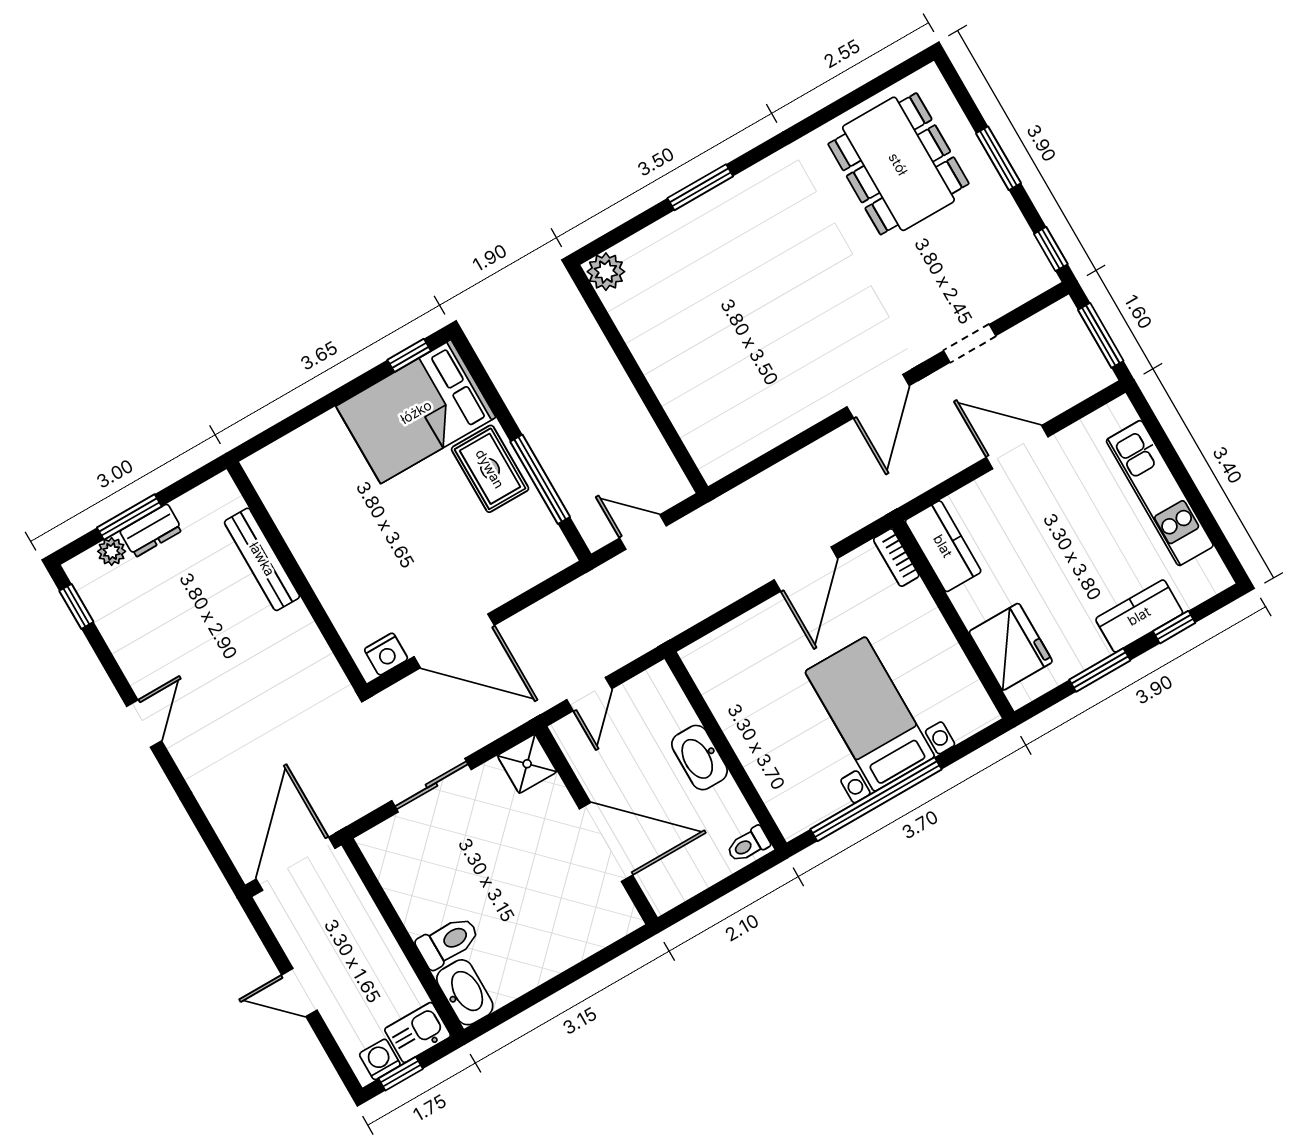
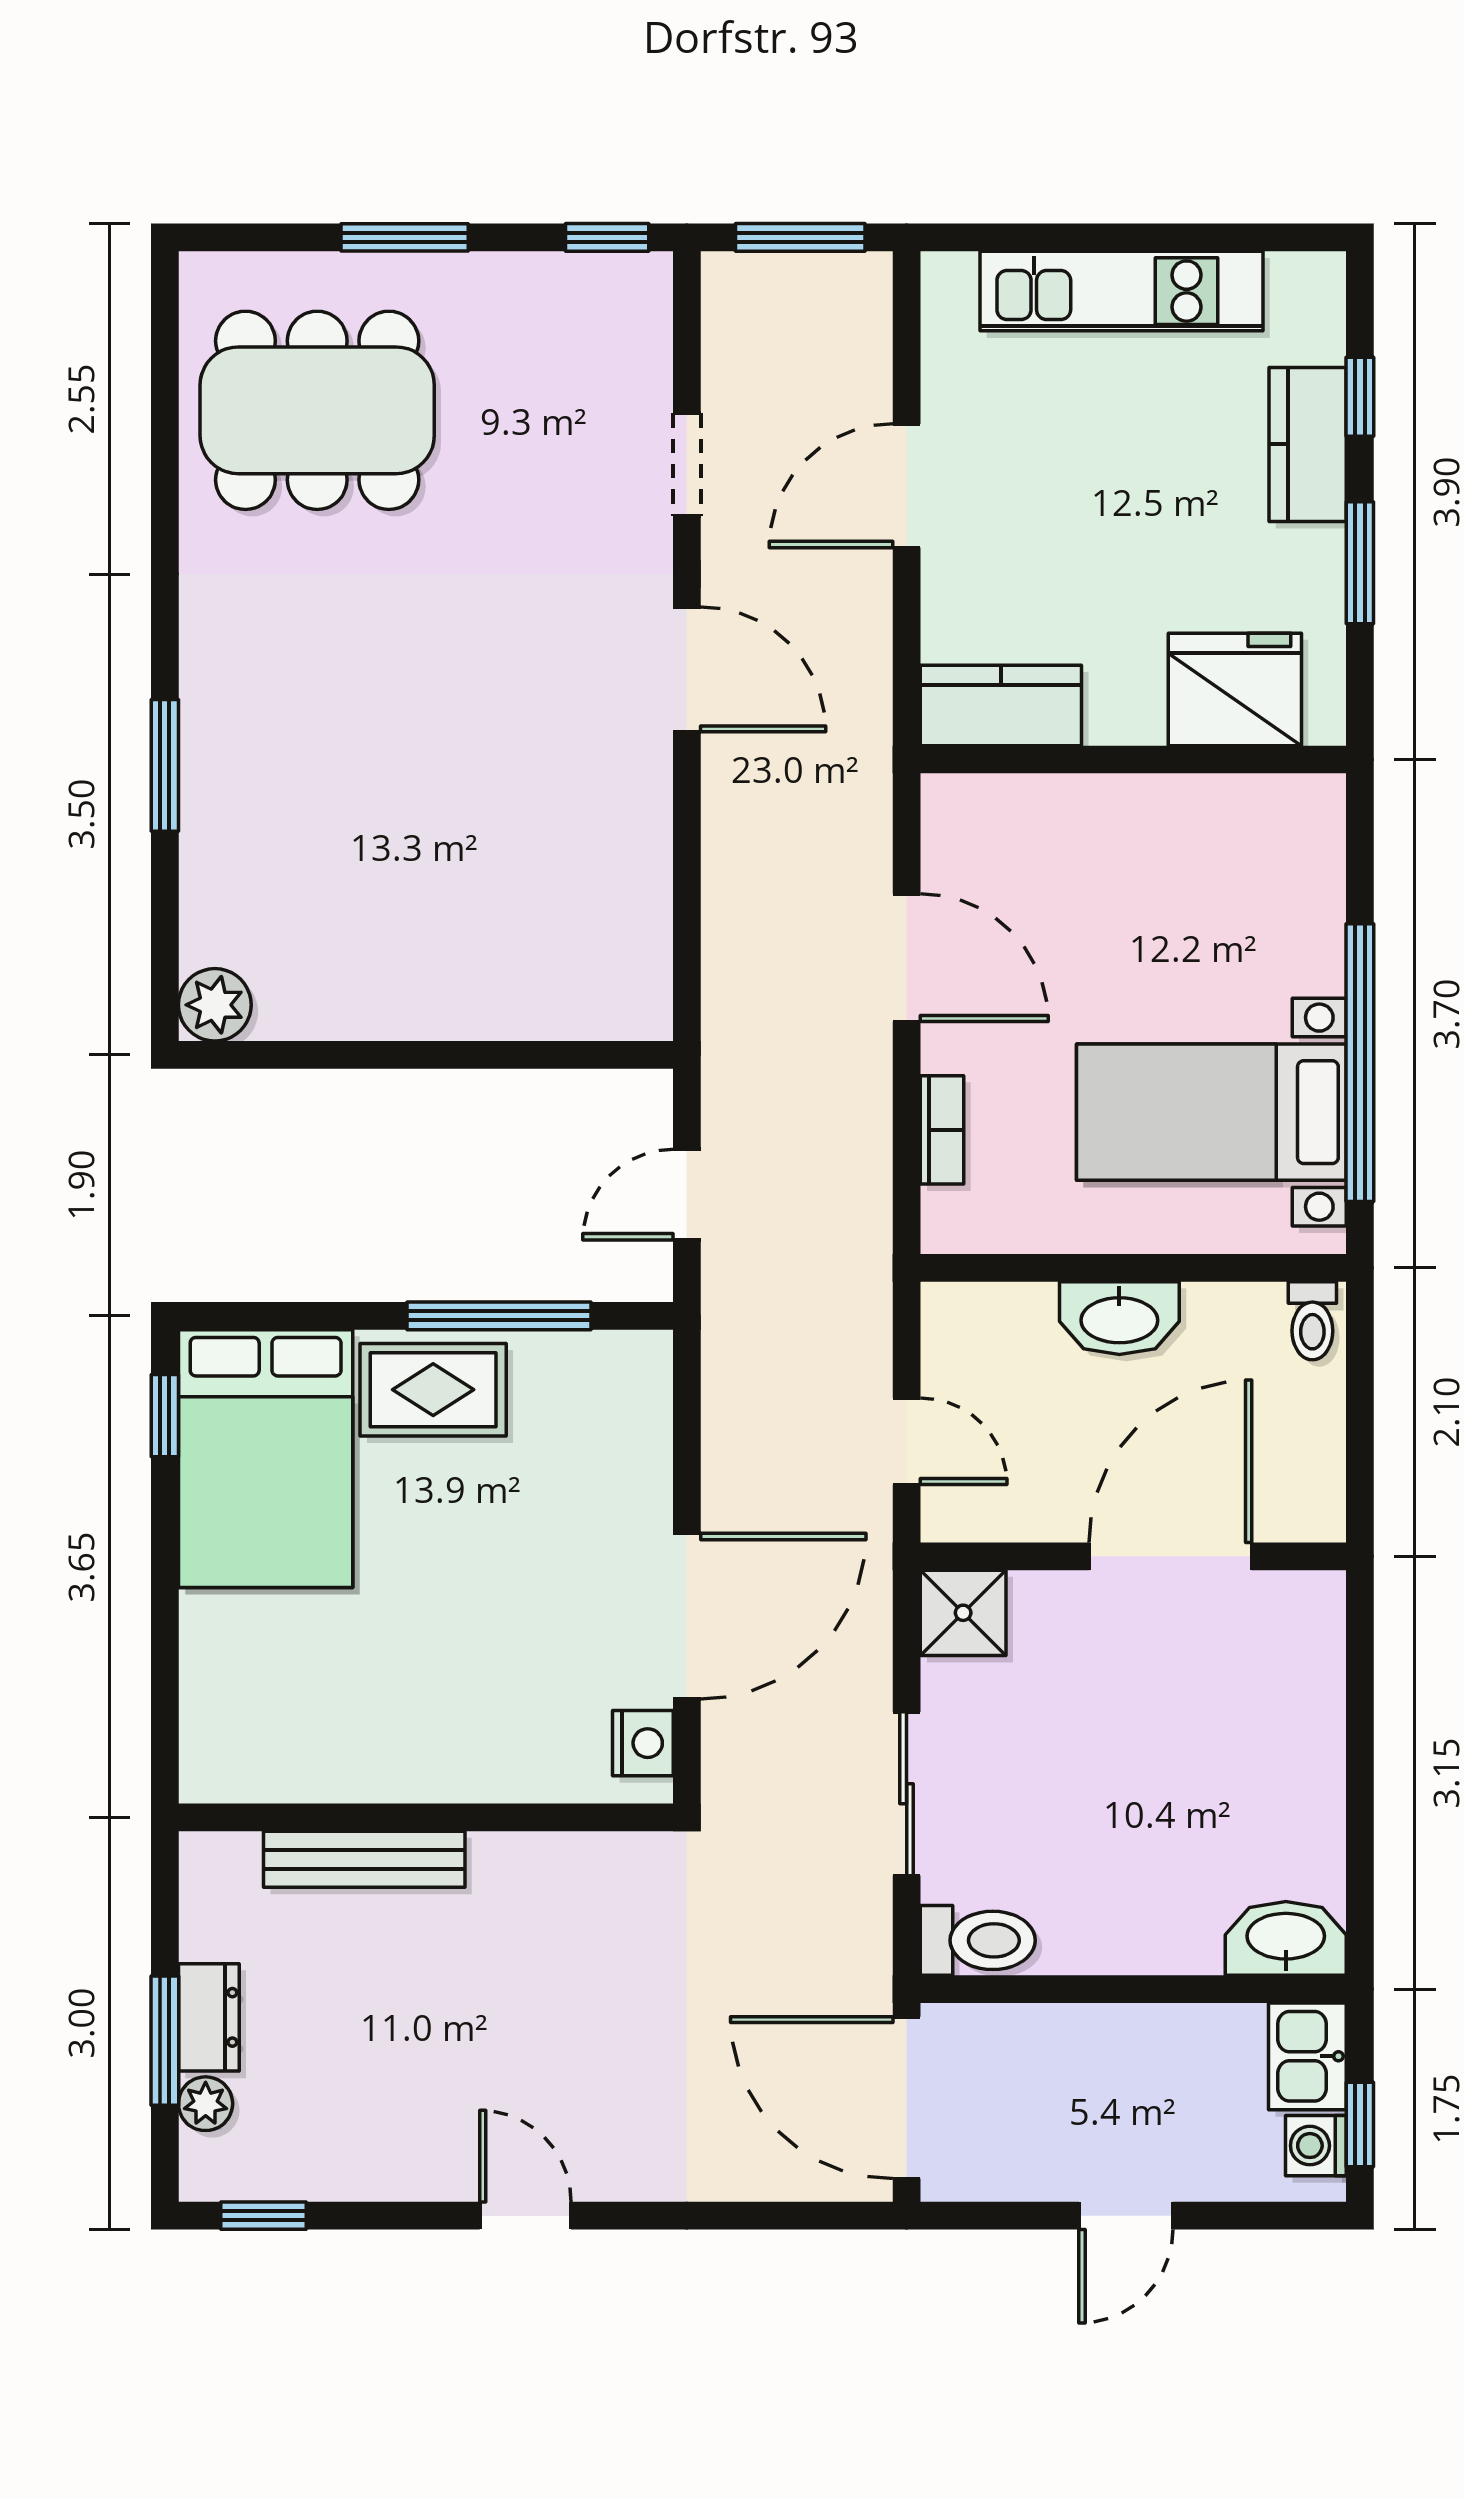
bookcase: (896, 557) -> (942, 1130), moved, turned -90
bed with nightstands: (870, 714) -> (1211, 1112), moved
toilet: (448, 942) -> (978, 1940), moved, turned 90

